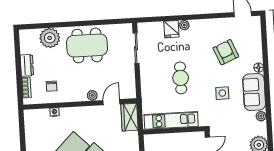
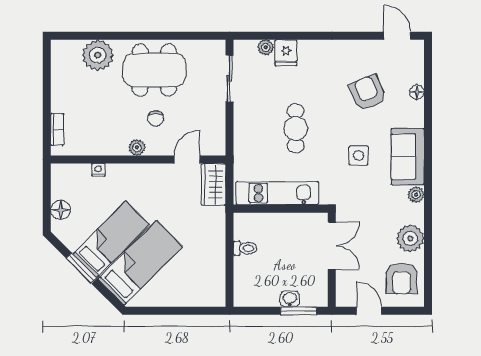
plant: (184, 25) -> (266, 47), moved
dresser: (27, 65) -> (60, 95), removed
floor lamp: (259, 68) -> (417, 92), moved
chair: (52, 86) -> (156, 118), moved
plant: (92, 95) -> (137, 147), moved
floor lamp: (31, 139) -> (61, 210), added

